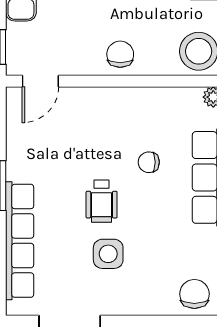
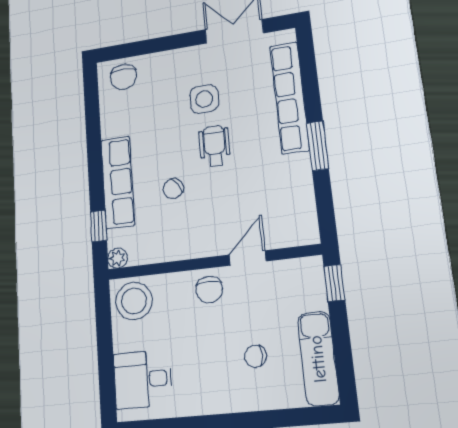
door: (40, 81) -> (248, 258), moved
chair: (149, 162) -> (173, 189), turned 144

